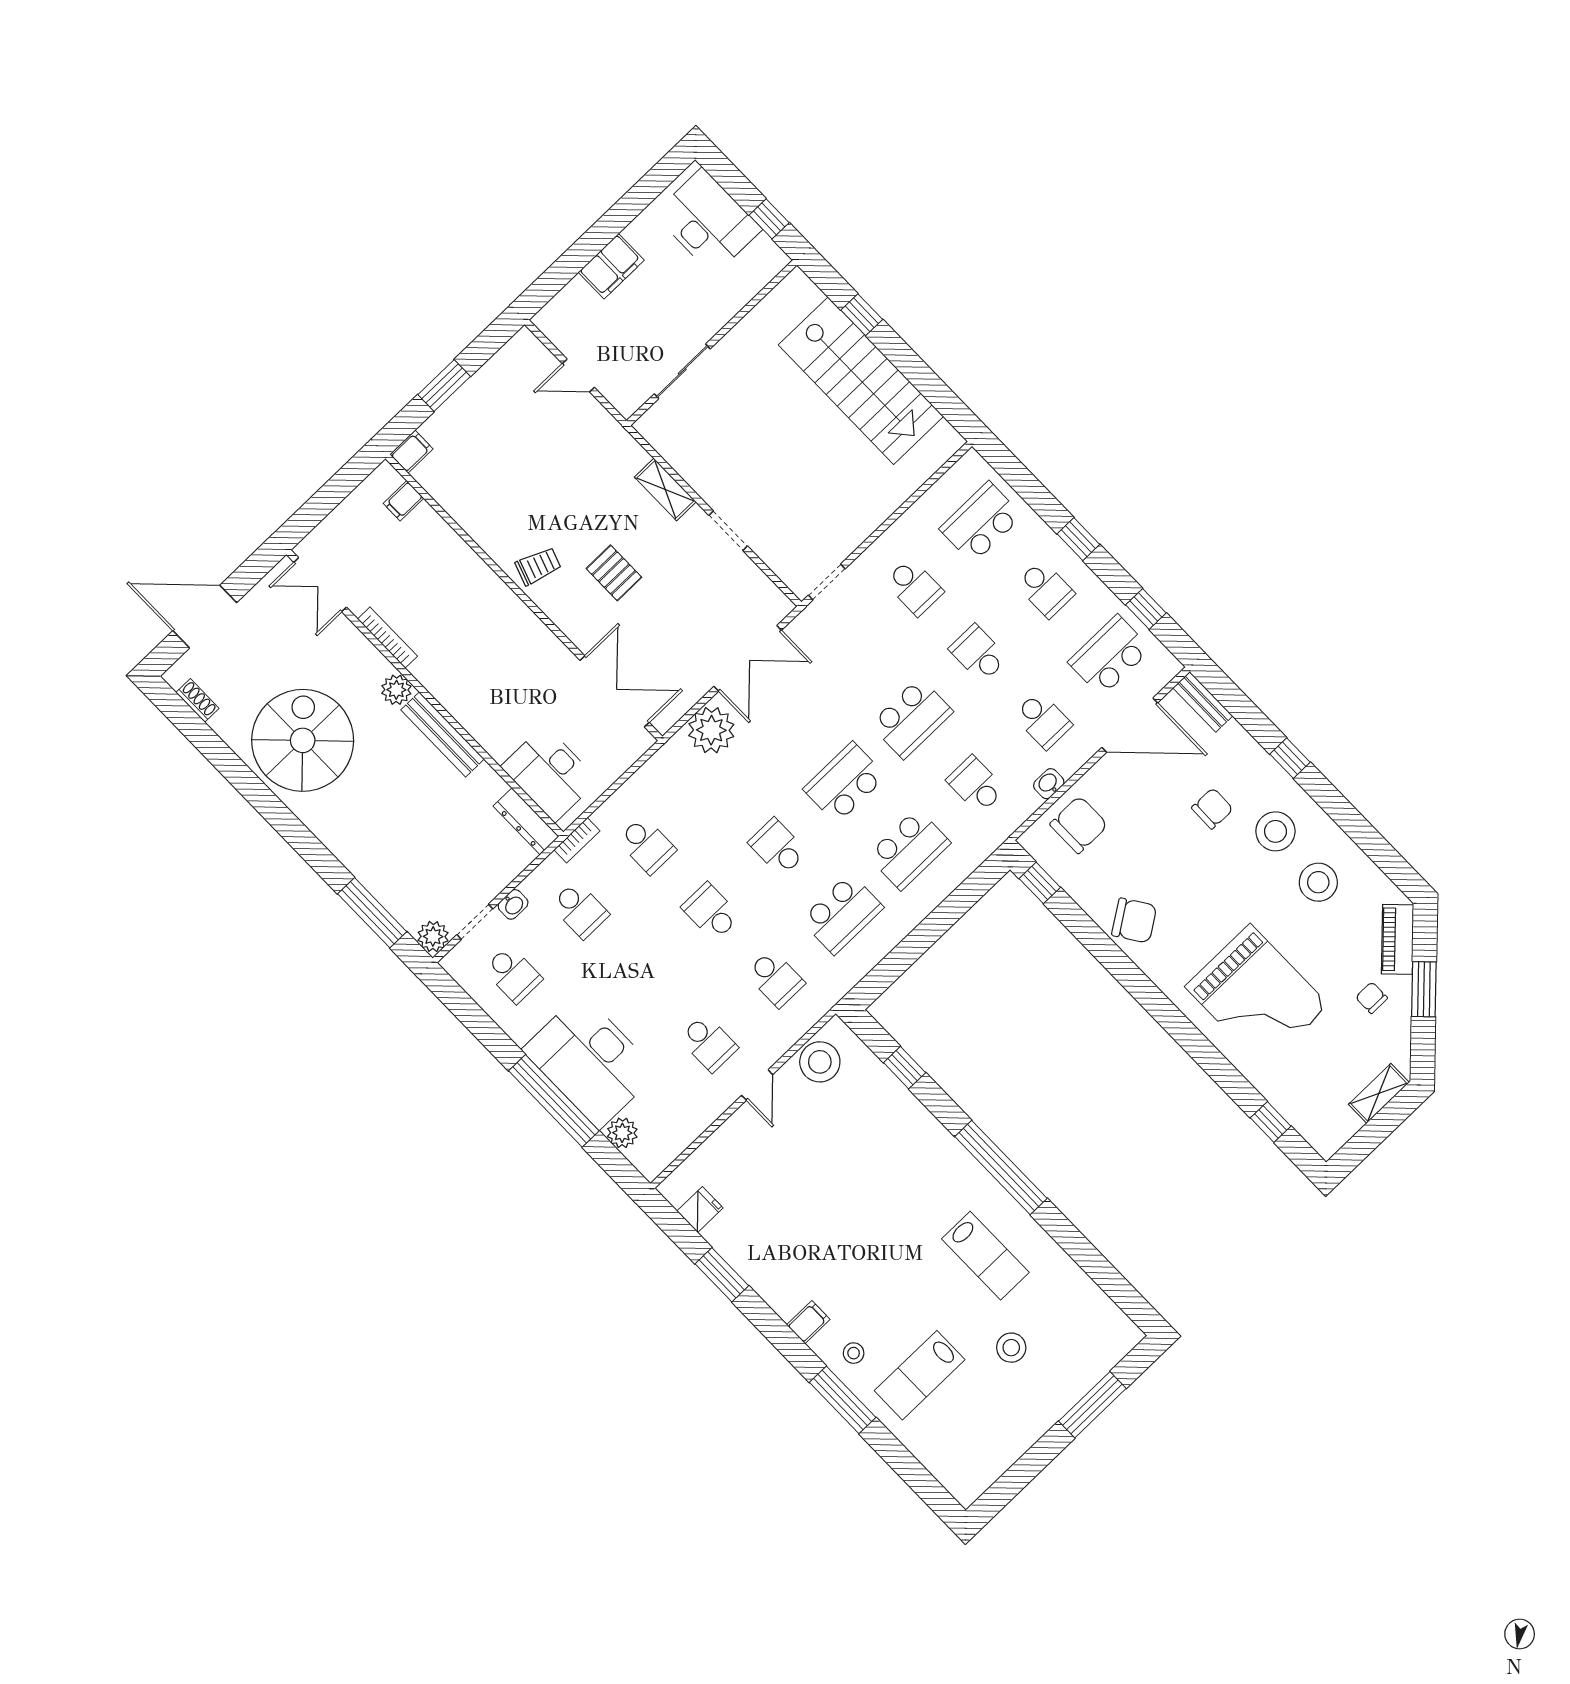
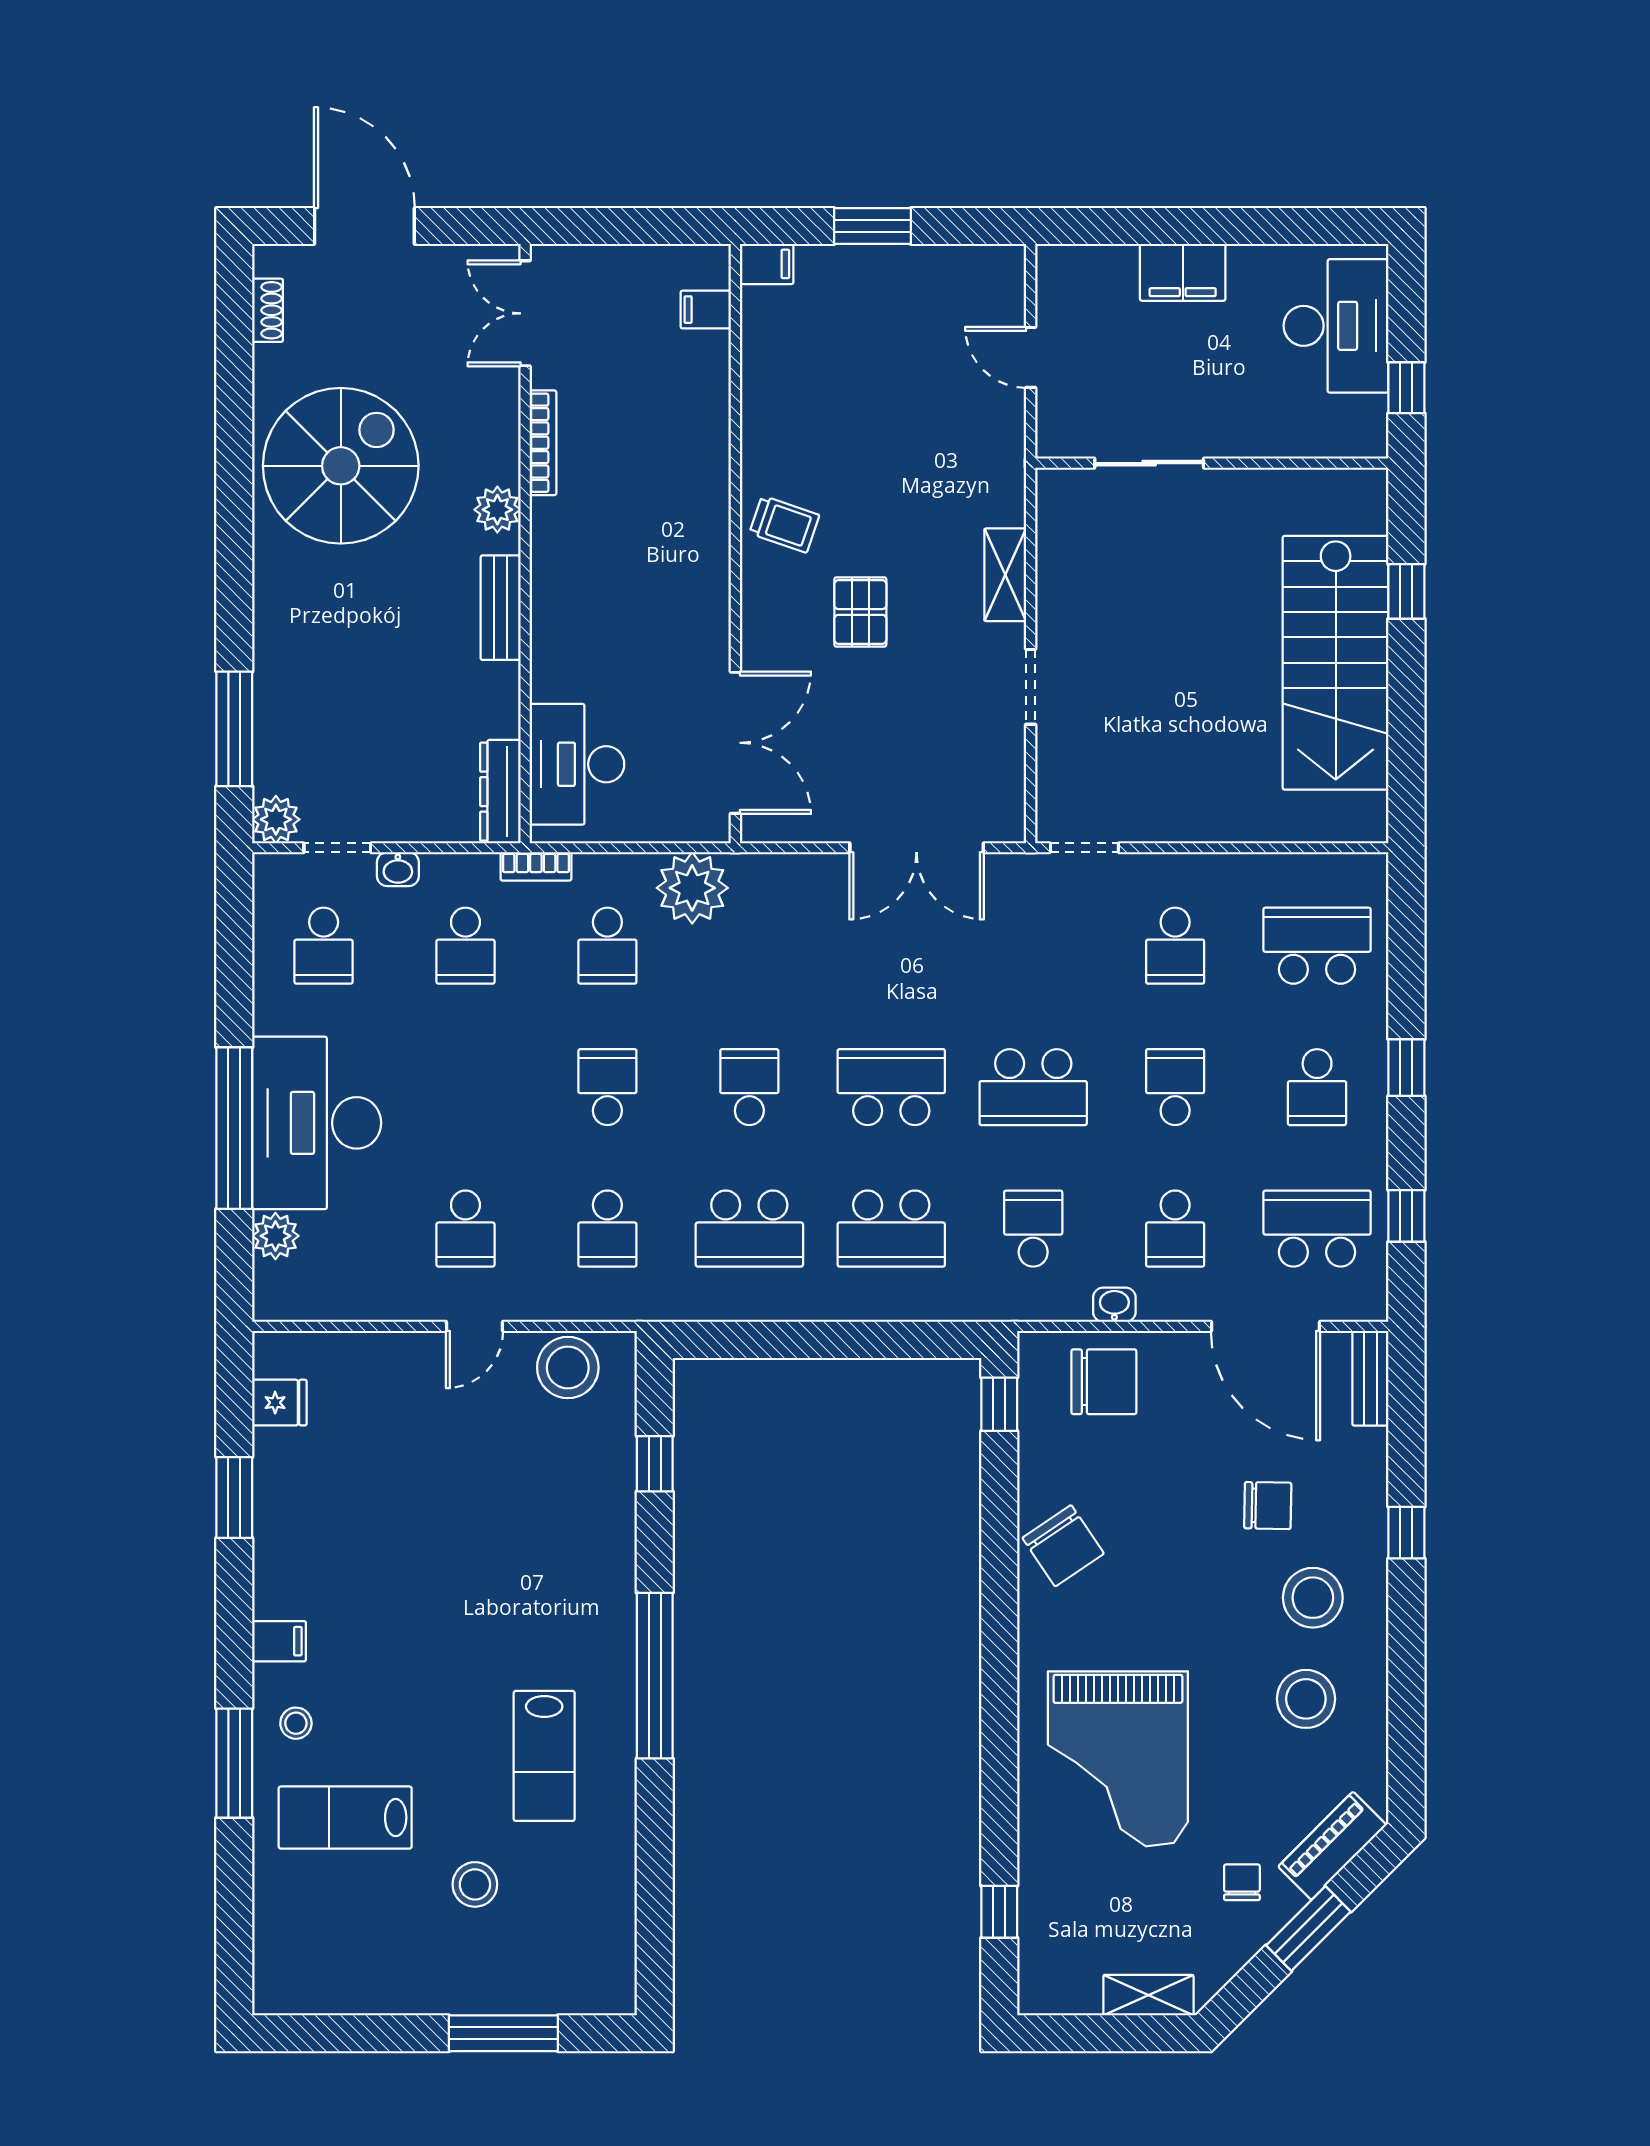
plant: (711, 730) -> (692, 888), moved
bench: (442, 734) -> (501, 608), width x0.73

